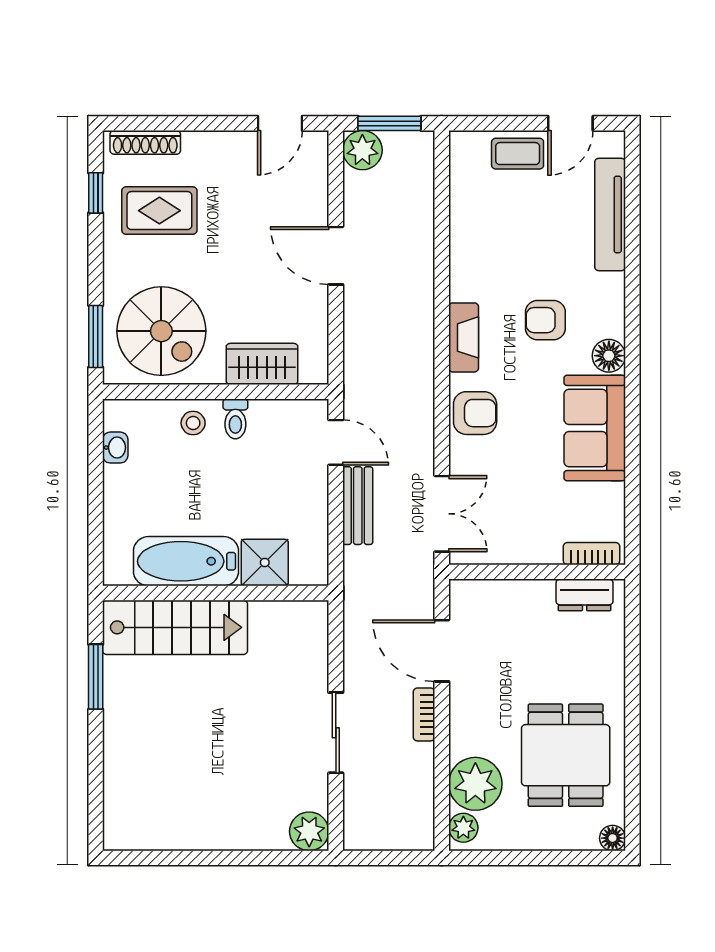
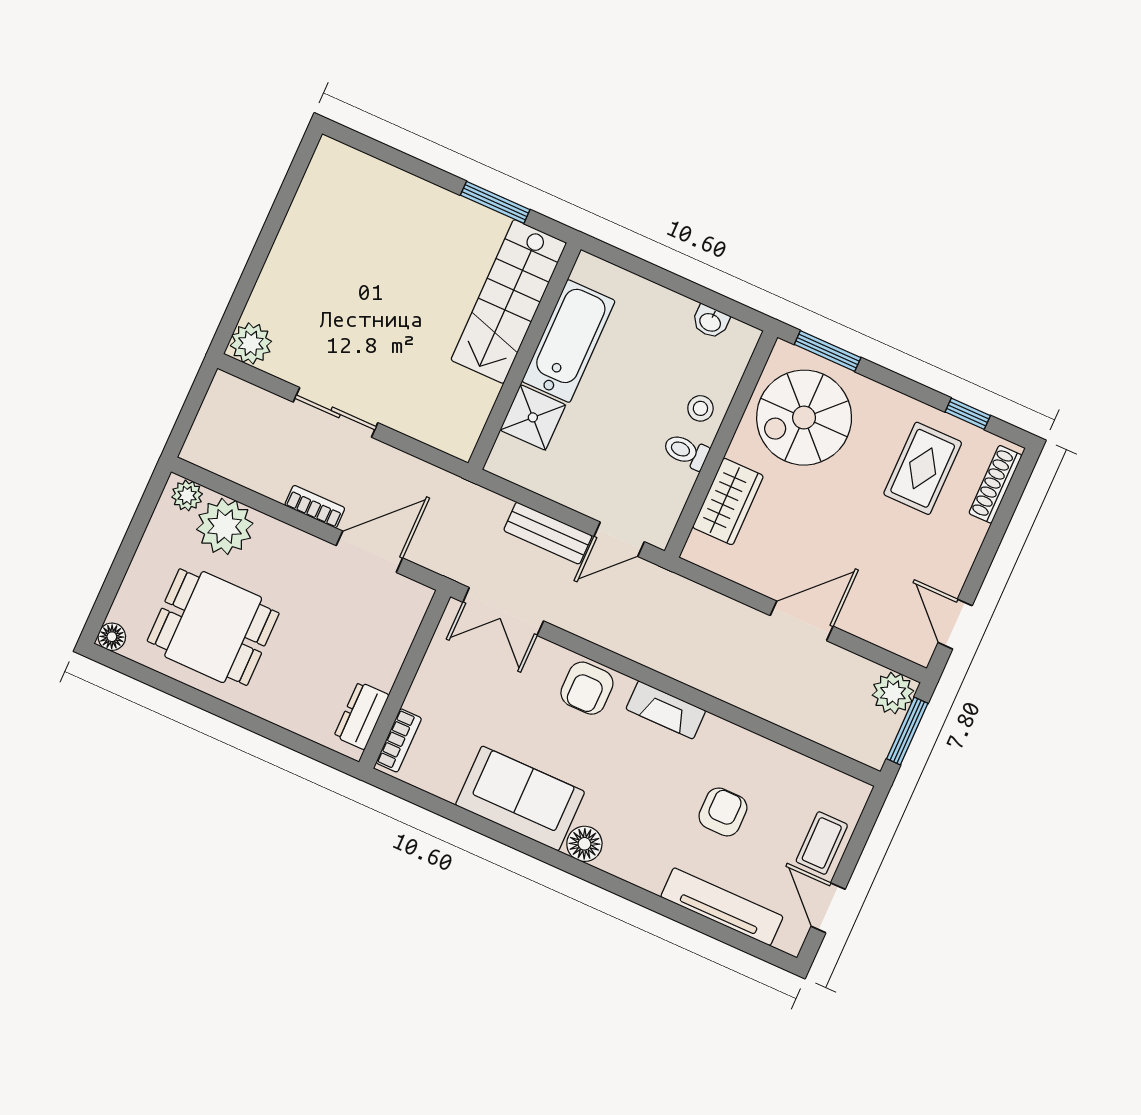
armchair: (545, 320) -> (723, 812), moved

